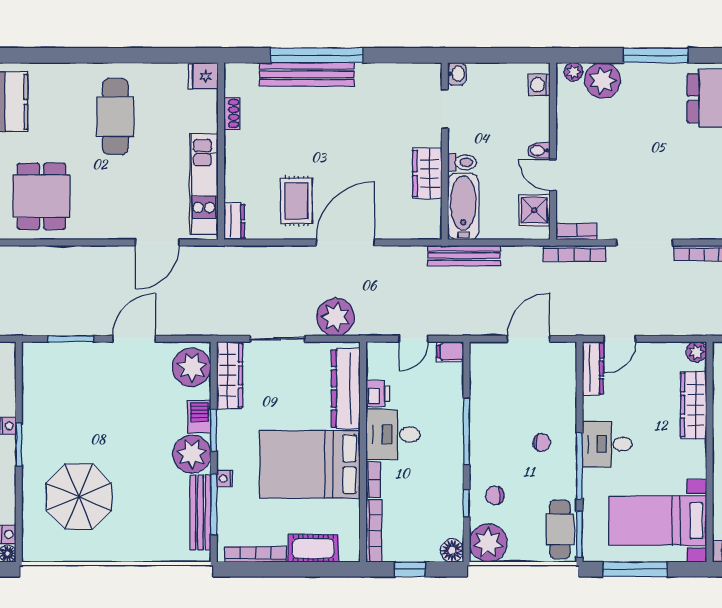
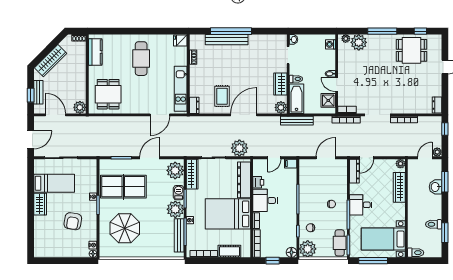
plant: (428, 226) -> (281, 107), added
table tennis table: (76, 403) -> (123, 187), added

